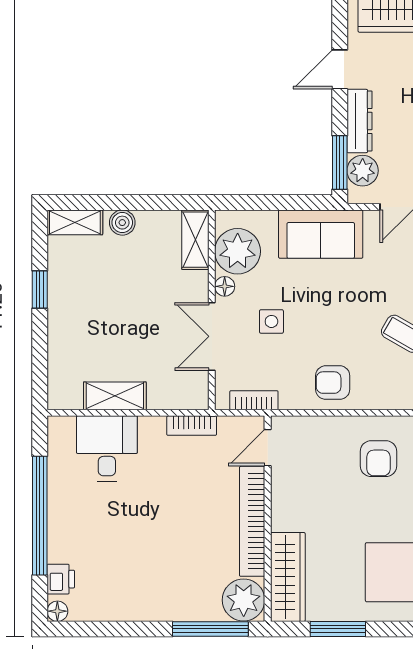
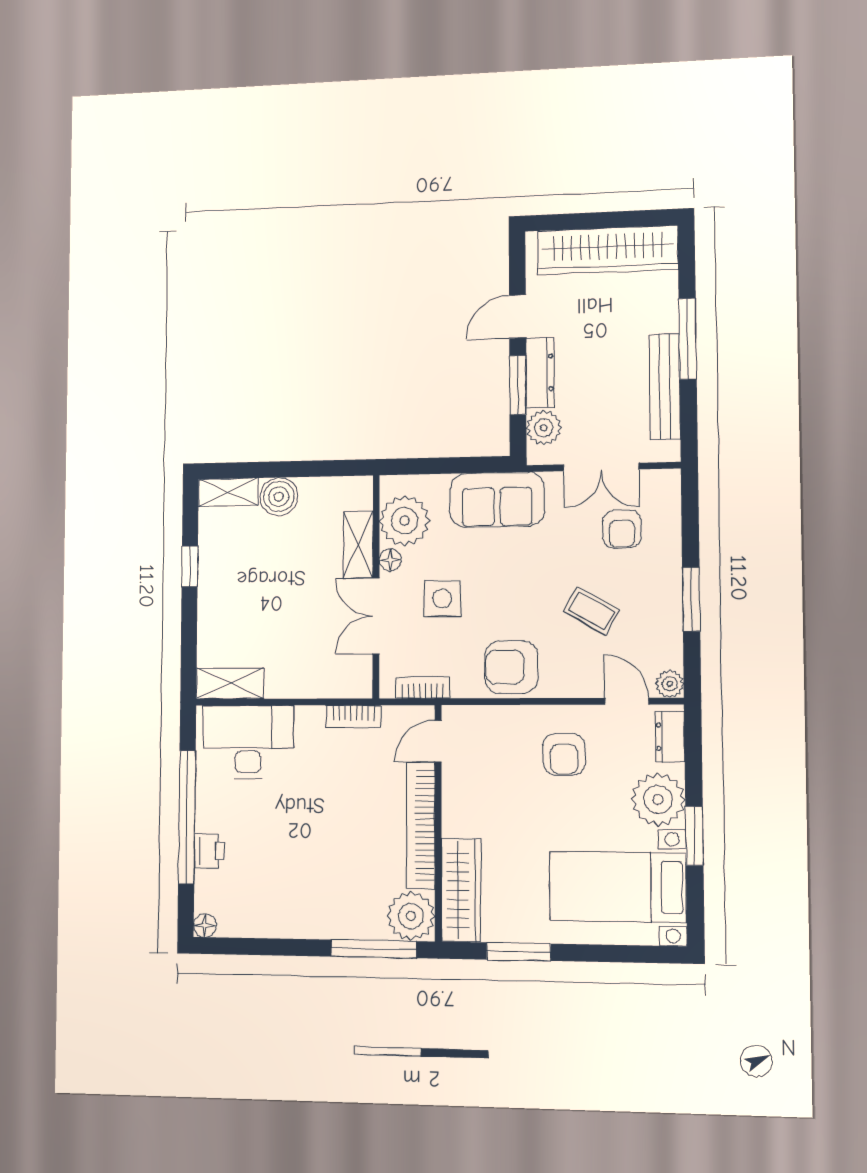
window: (340, 162) -> (518, 385), moved
boiler: (122, 223) -> (279, 497), width x1.36, depth x1.36
shelving: (195, 240) -> (358, 545), moved
side table: (271, 321) -> (442, 599), width x1.37, depth x1.37
armchair: (333, 383) -> (511, 667), width x1.38, depth x1.38
shelving: (115, 396) -> (230, 683), moved
desk: (107, 448) -> (248, 742), width x1.37
printer: (61, 579) -> (209, 851), moved

